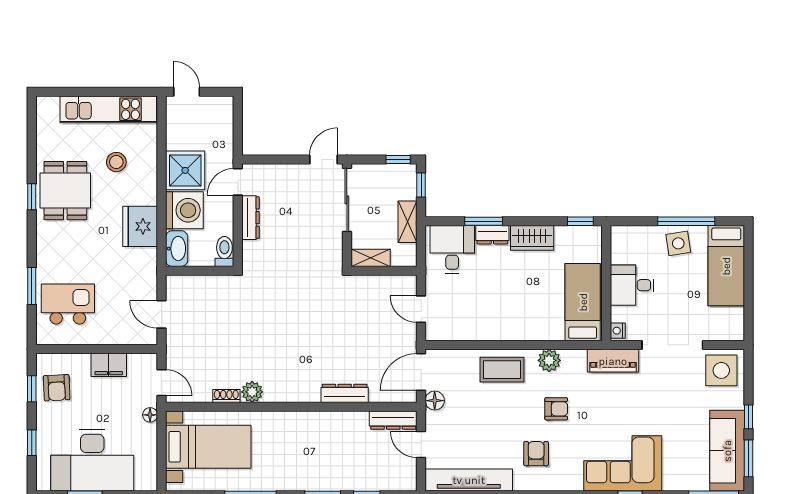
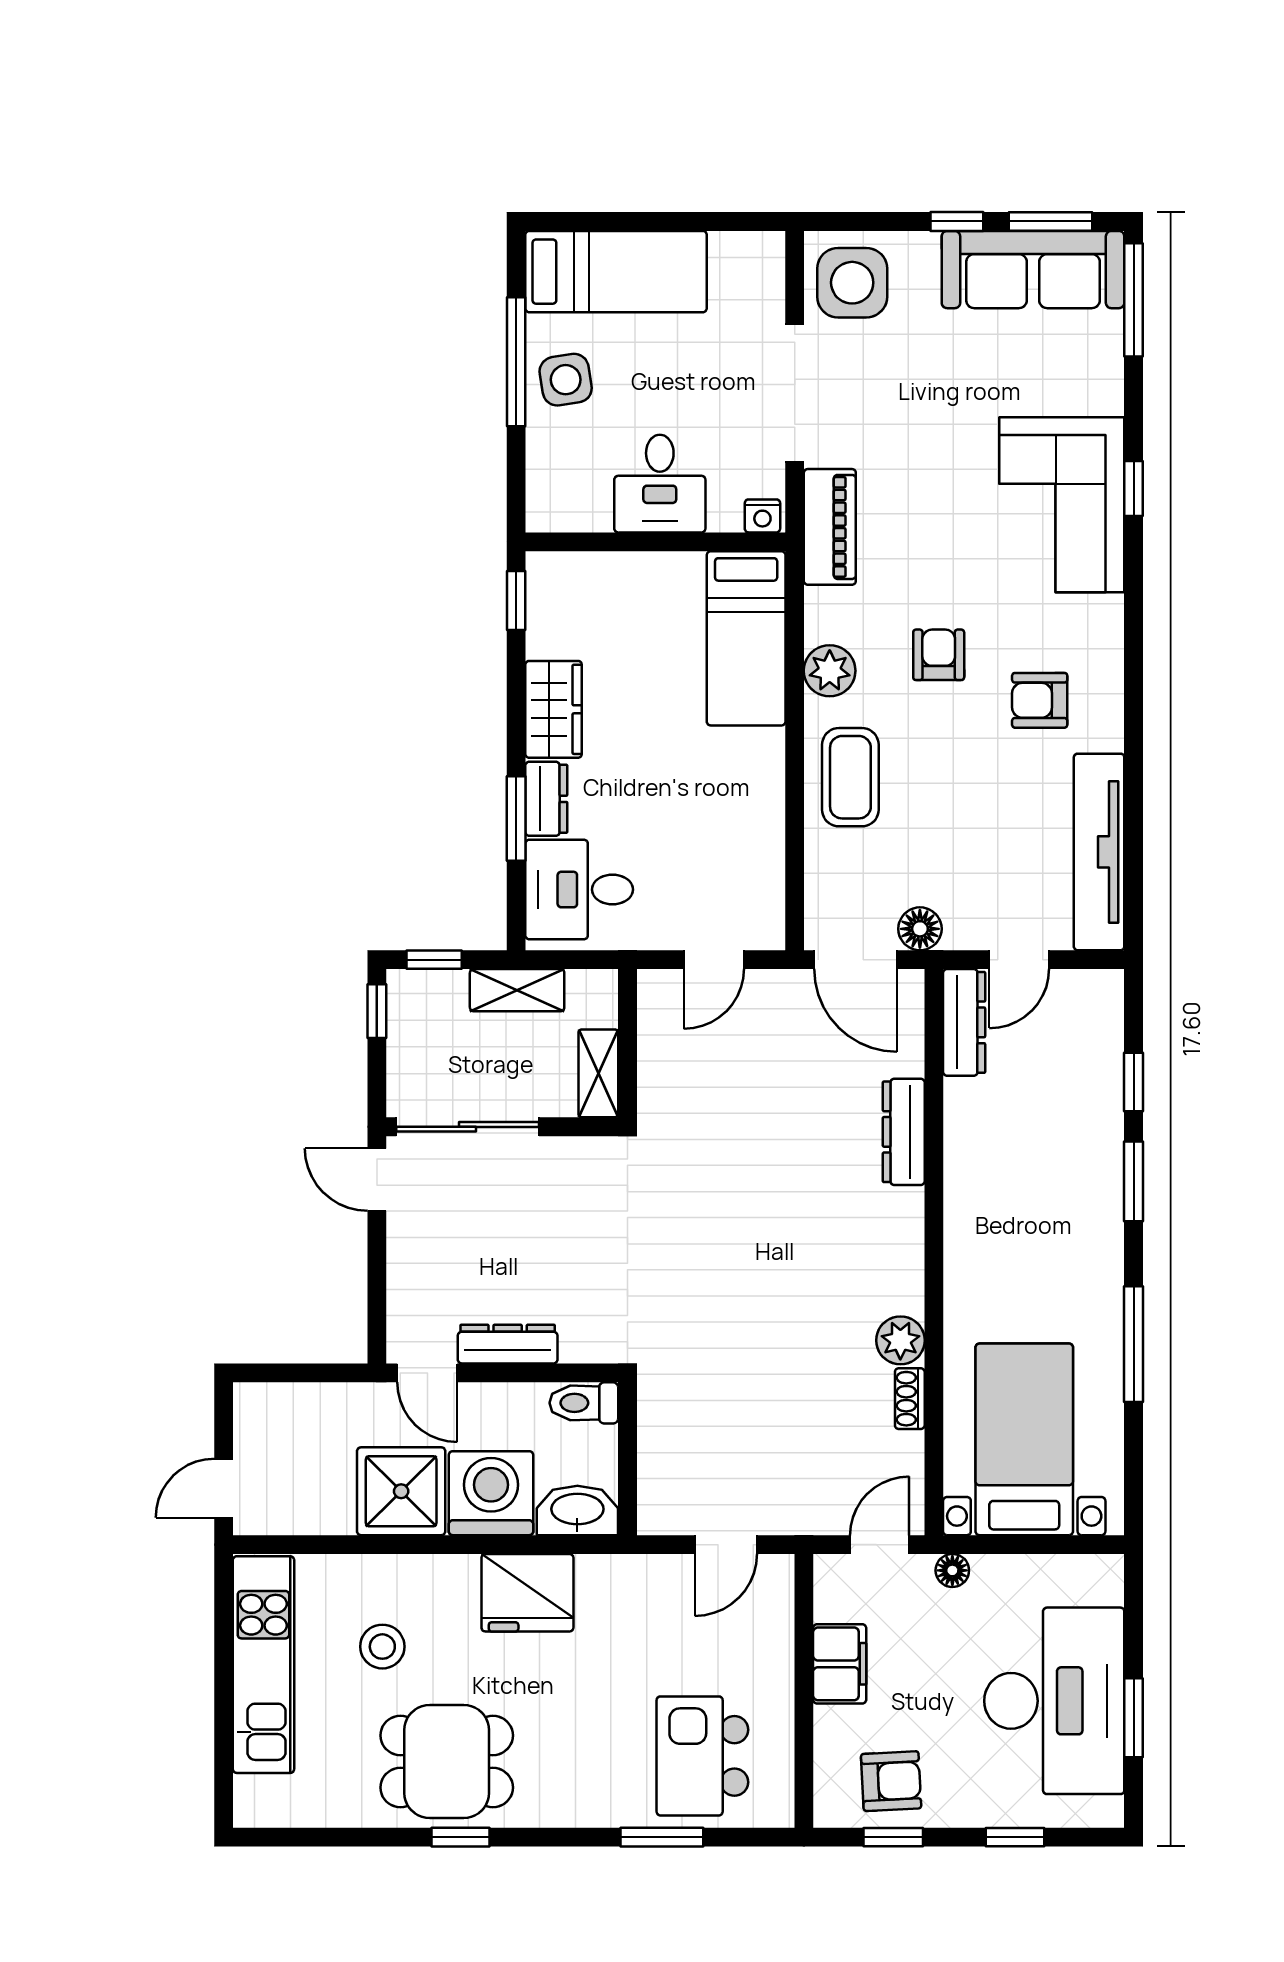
bed: (583, 302) -> (746, 638), moved, turned -90

